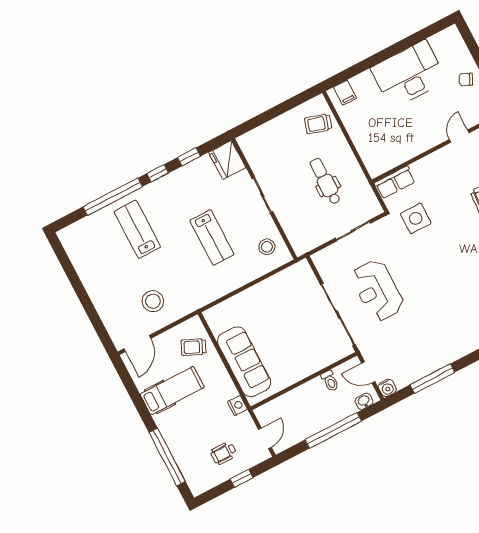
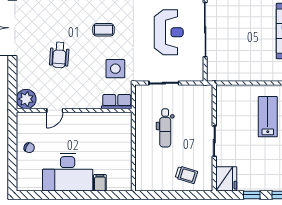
filing cabinet: (345, 93) -> (100, 183), moved
trolley: (318, 124) -> (186, 175), moved
lab bench: (212, 237) -> (268, 117), moved
stool: (267, 247) -> (230, 103), removed
coffee table: (452, 255) -> (104, 30), added

